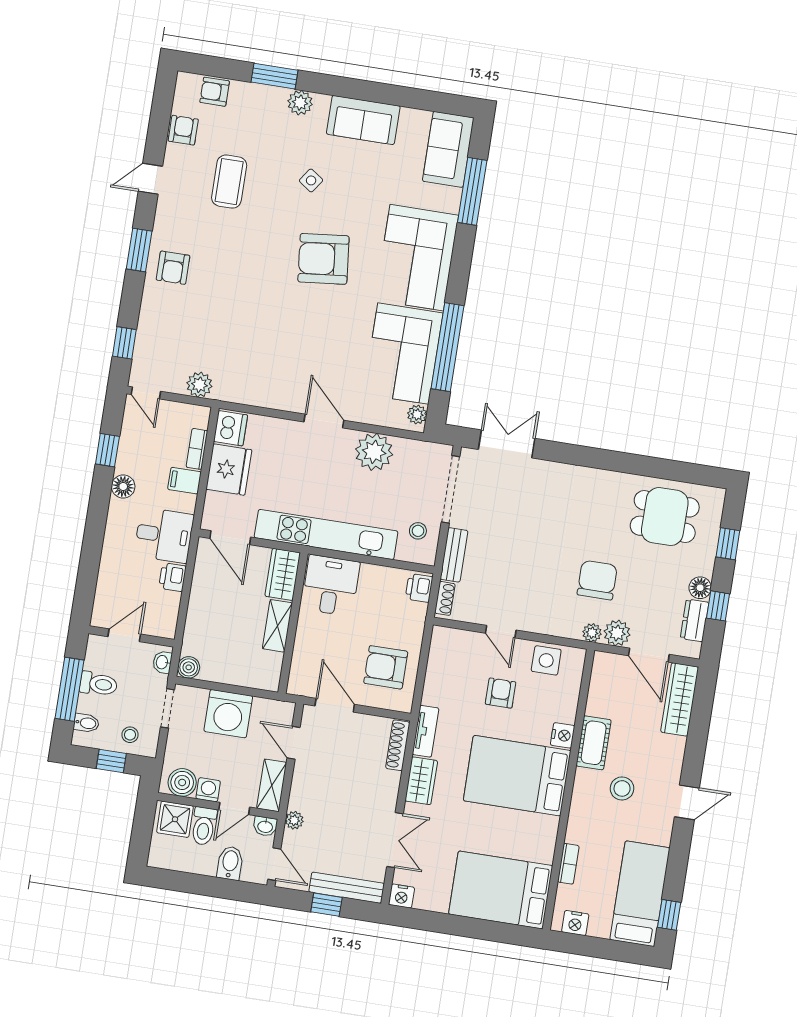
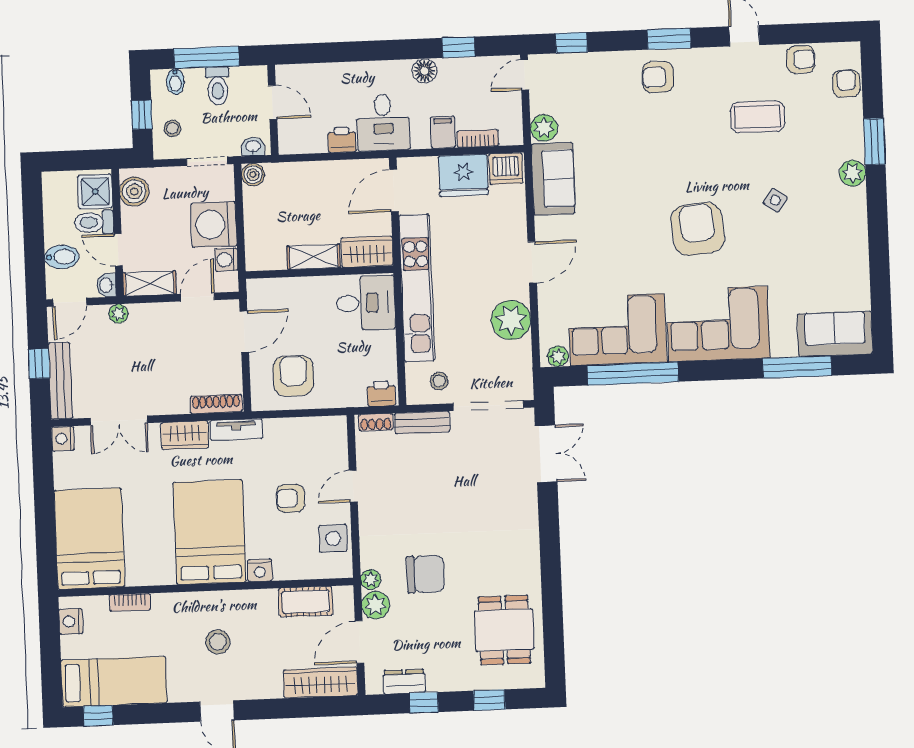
sofa: (363, 120) -> (553, 179), moved, turned 180
floor lamp: (700, 588) -> (439, 681), removed
armchair: (501, 693) -> (291, 498), turned 180
cot: (594, 743) -> (306, 602), moved
washing machine: (208, 790) -> (226, 260), moved, turned 180

